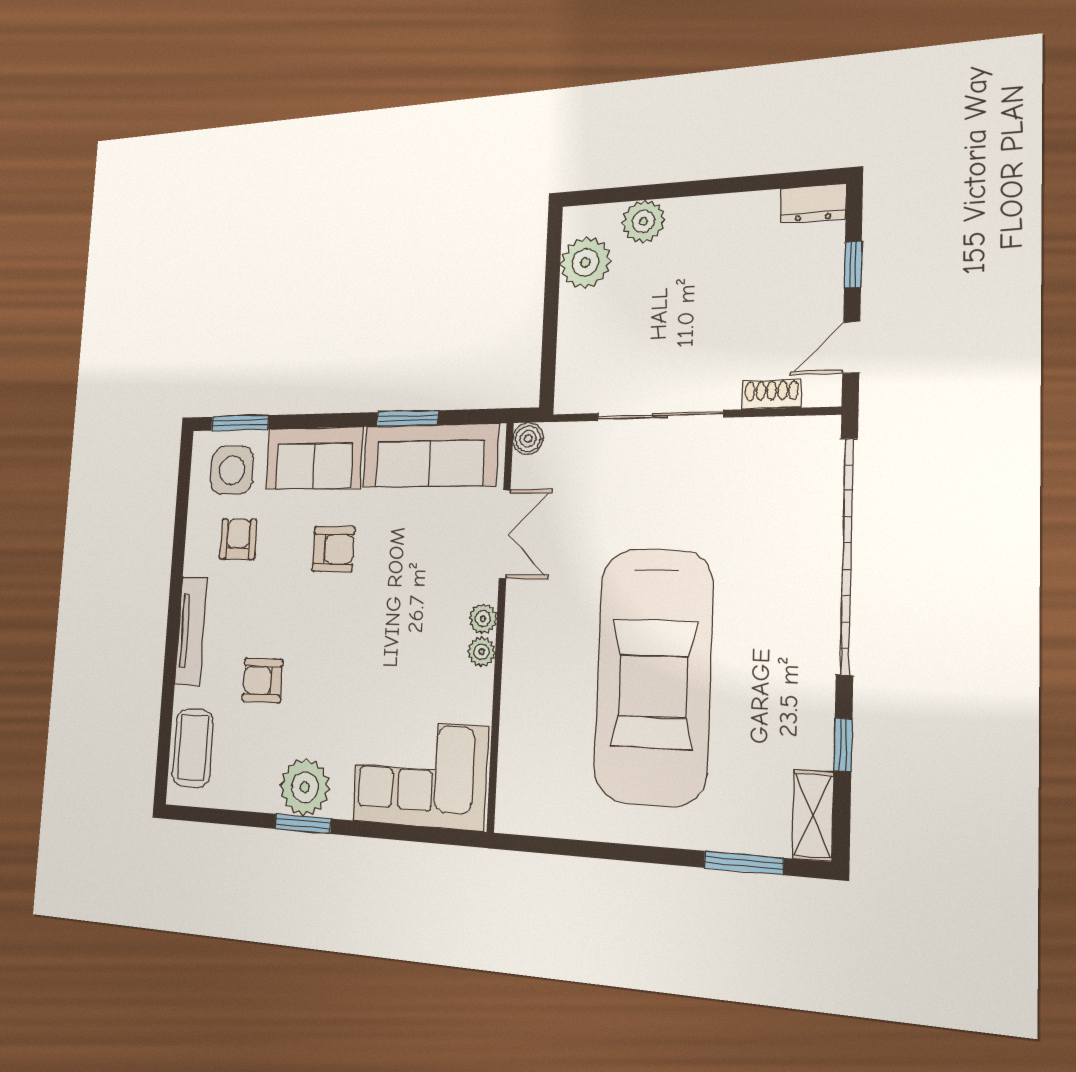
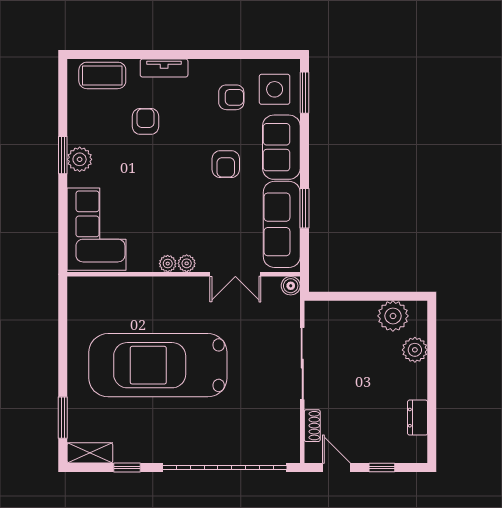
dresser: (813, 204) -> (418, 418), moved
tv unit: (191, 631) -> (164, 68), width x0.71
plant: (305, 787) -> (80, 159), width x0.73, depth x0.73

